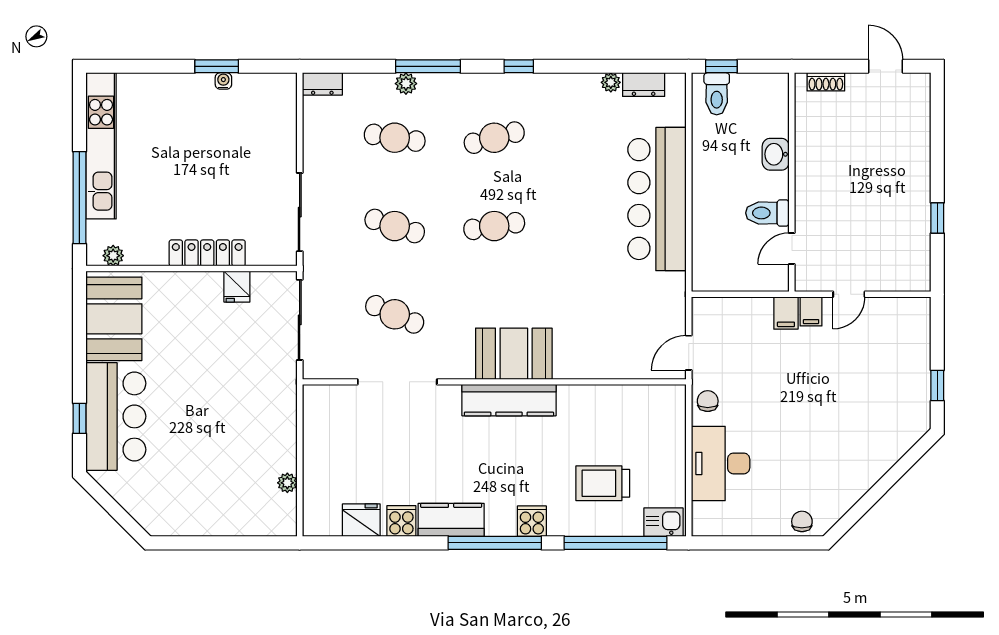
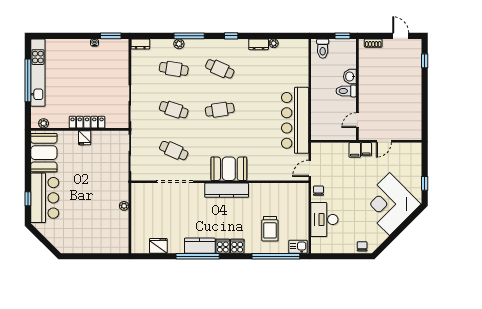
window: (217, 66) -> (111, 36), moved
window: (721, 66) -> (343, 36), moved
dresser: (644, 85) -> (259, 44), moved
cafe table: (494, 138) -> (220, 69), turned 39
window: (79, 198) -> (28, 80), moved
bar counter: (657, 199) -> (295, 120), moved
toilet: (767, 213) -> (346, 91), moved
window: (937, 218) -> (425, 61), moved
fridge: (237, 287) -> (85, 138), moved
corner desk: (861, 430) -> (390, 204), added
plant: (287, 483) -> (124, 206), moved
trolley: (603, 483) -> (270, 229), turned -90
cooker: (401, 521) -> (223, 246), moved
window: (495, 543) -> (198, 256), moved

